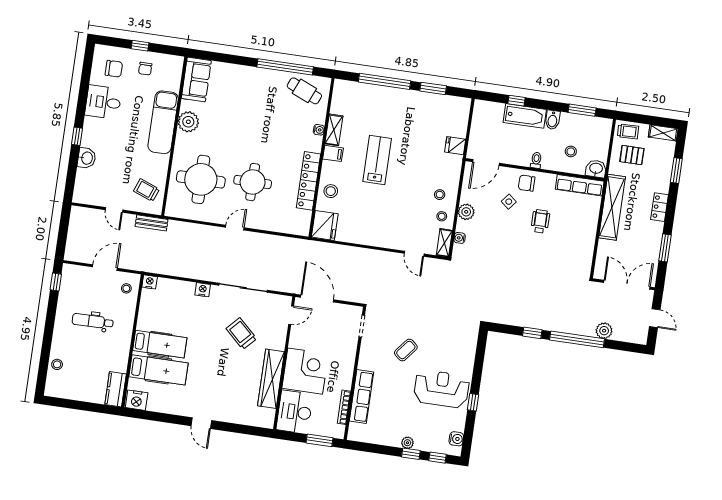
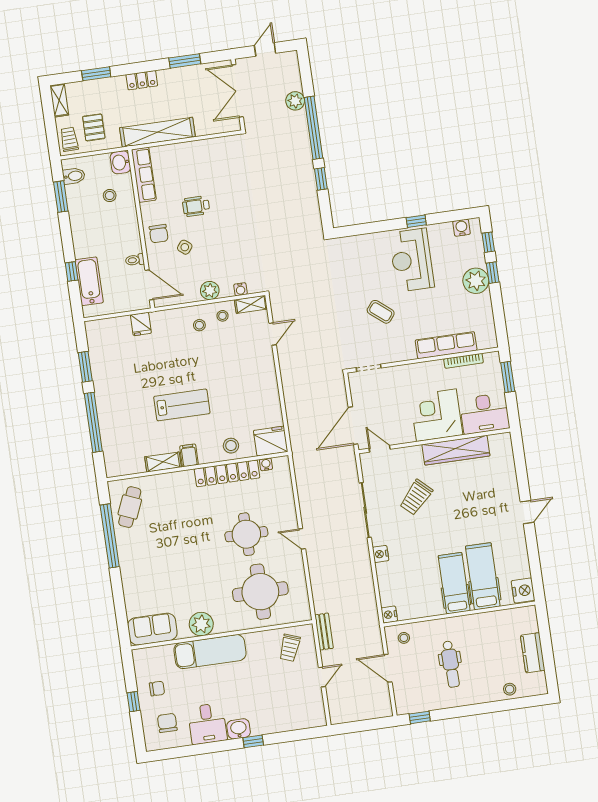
bathtub: (525, 116) -> (89, 281), moved
bidet: (553, 120) -> (74, 176), moved
water cooler: (319, 130) -> (266, 464), moved
washbasin: (87, 158) -> (239, 729), moved
lab bench: (377, 160) -> (182, 405), turned 180
toilet: (536, 160) -> (135, 260), moved
kitchen counter: (116, 389) -> (533, 653), moved, turned 90
plant: (407, 443) -> (476, 281), width x1.88, depth x1.88

